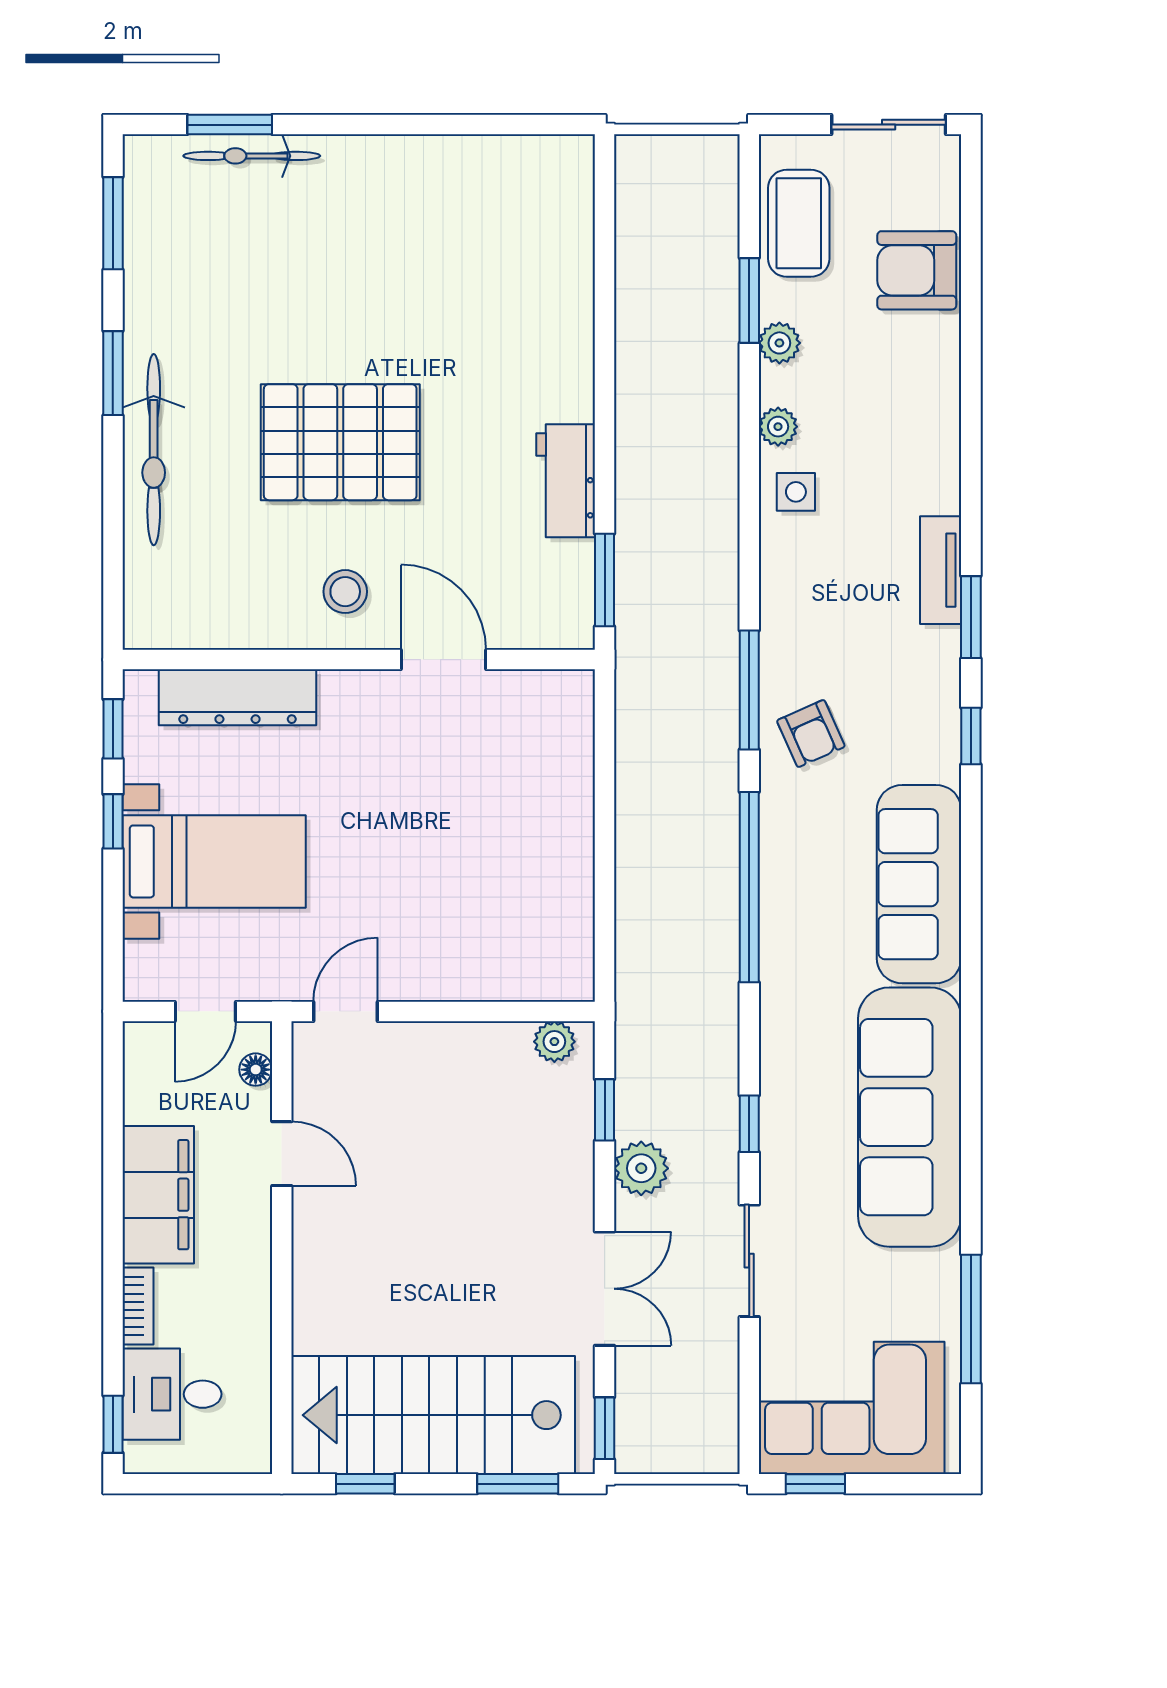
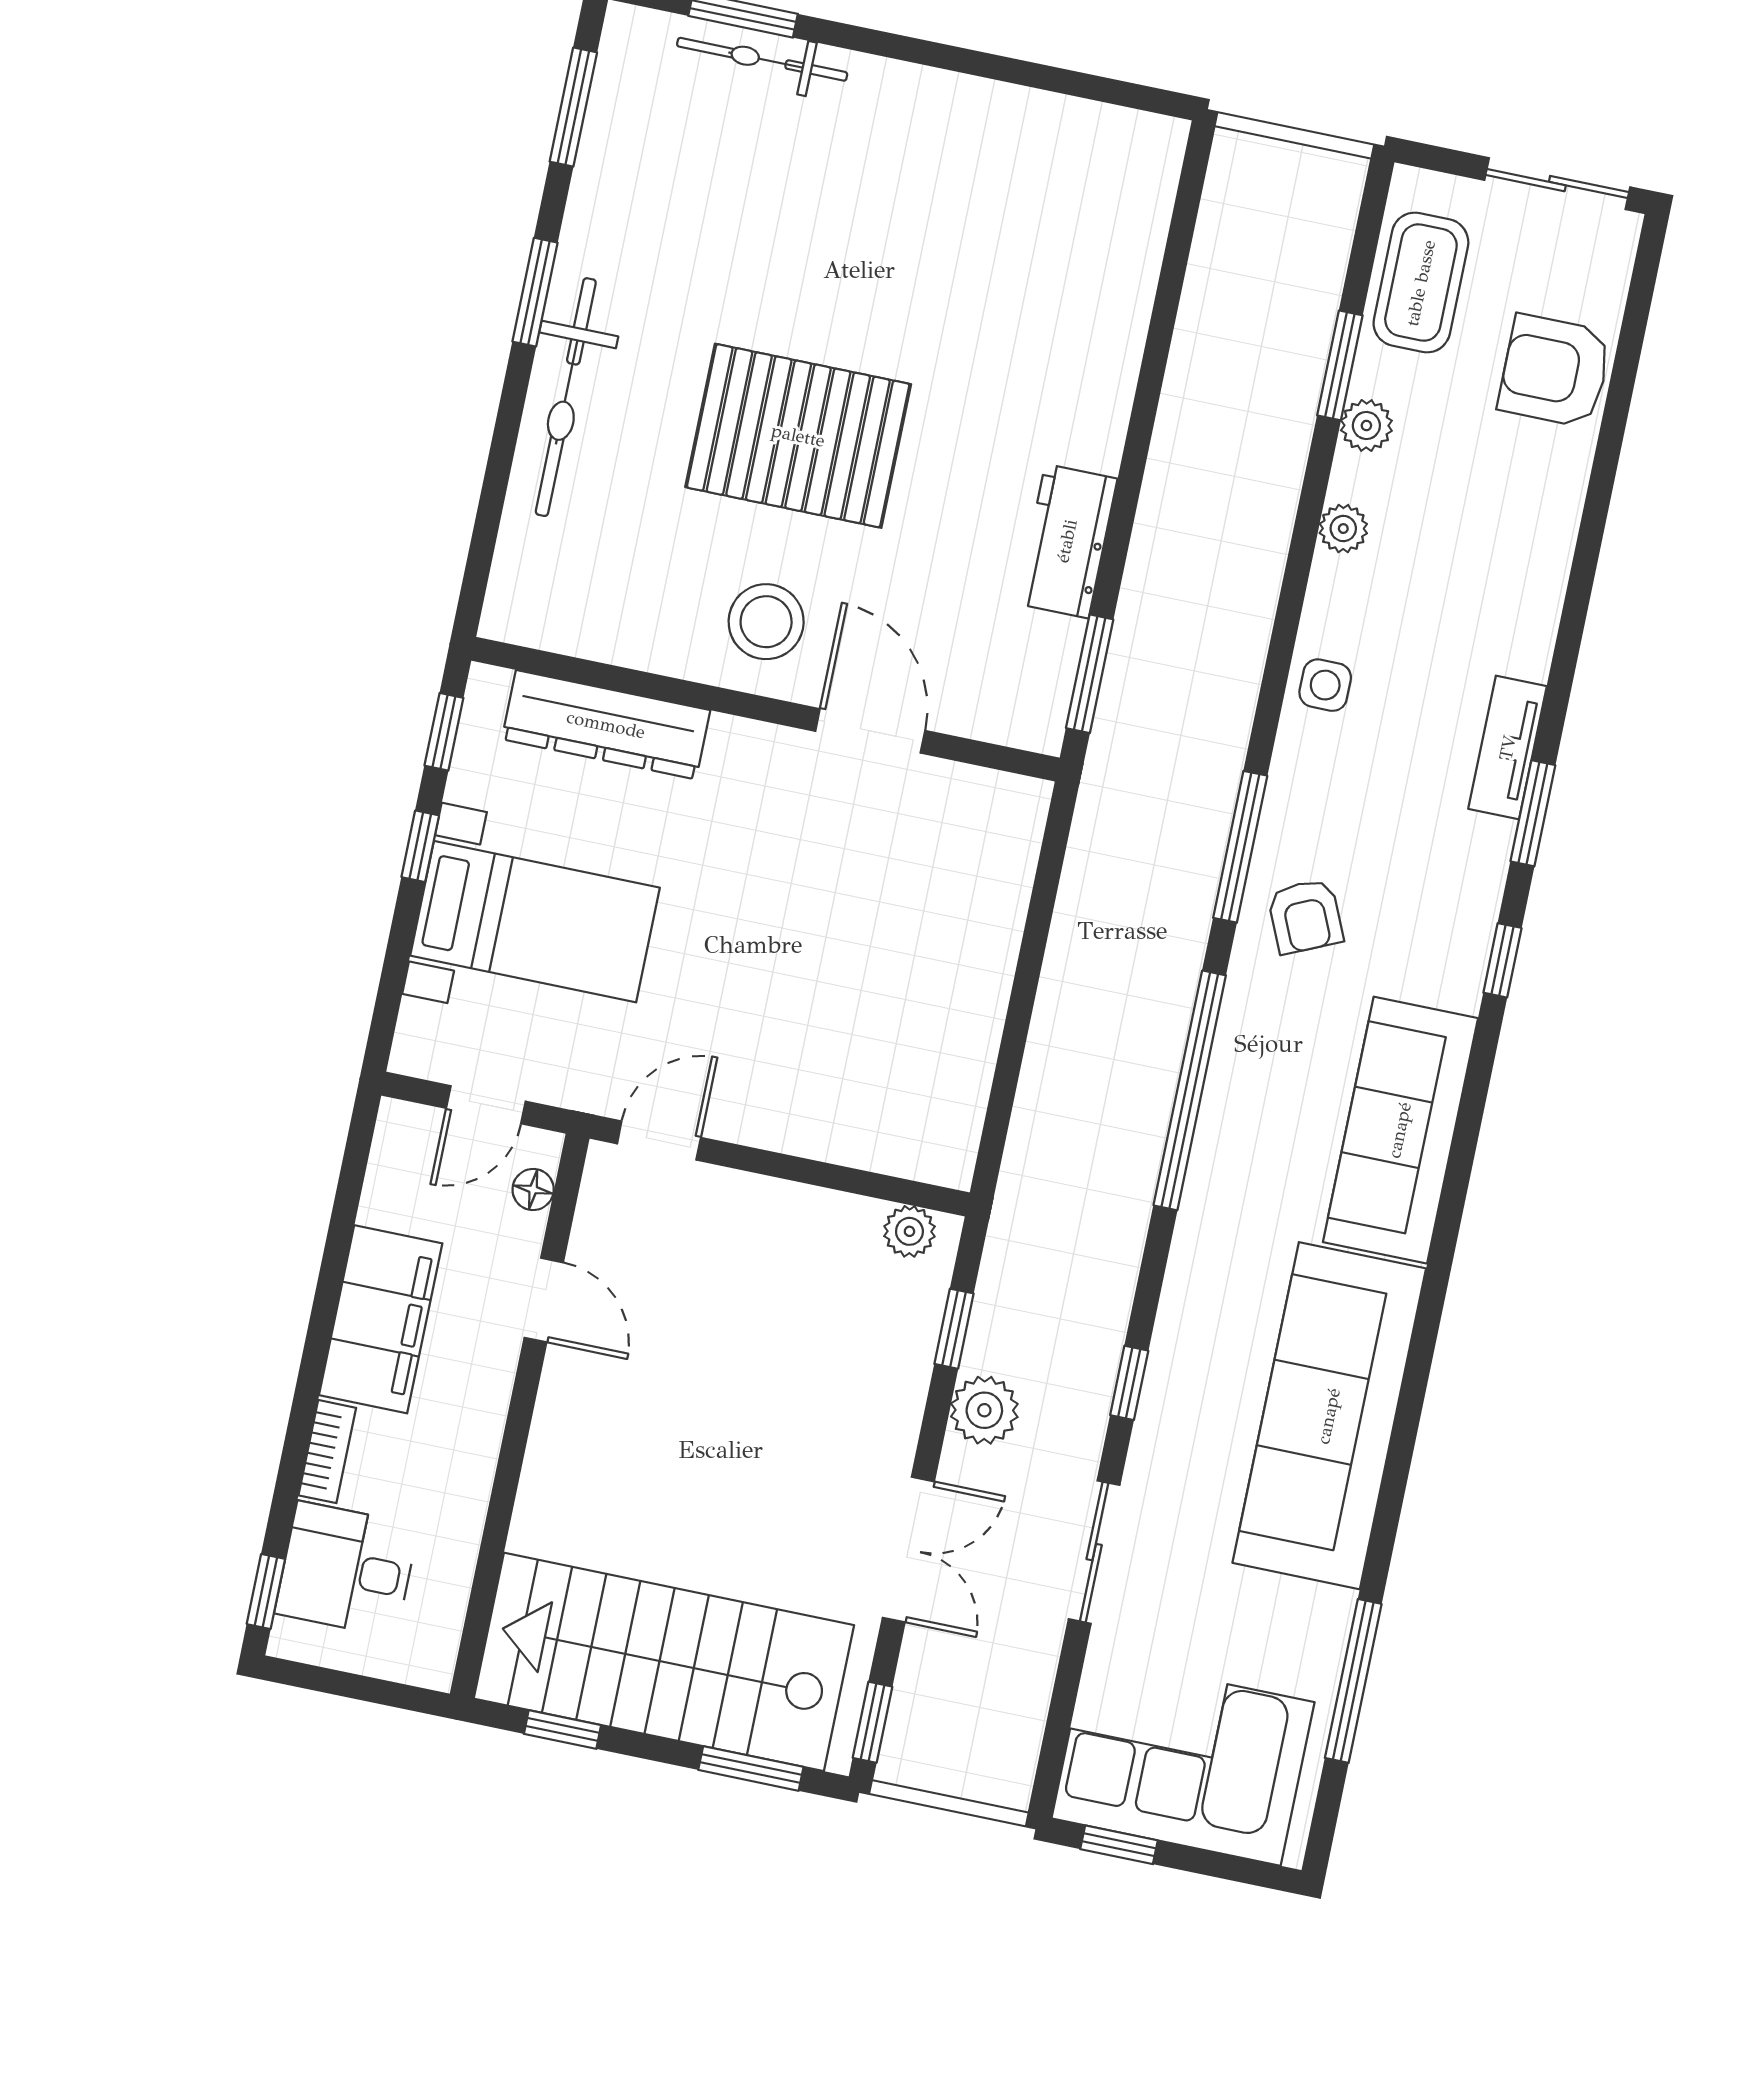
side table: (796, 492) -> (1325, 685), moved
stool: (345, 592) -> (766, 622), width x1.38, depth x1.38

